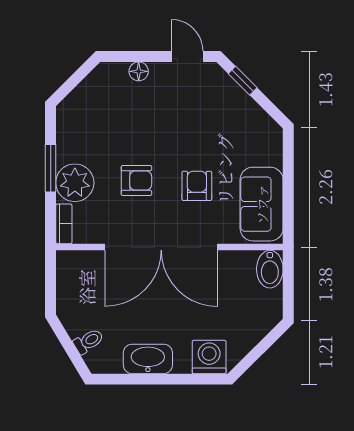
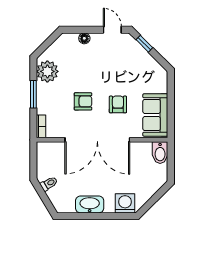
plant: (75, 183) -> (47, 71), moved
toilet: (88, 341) -> (49, 184), moved

